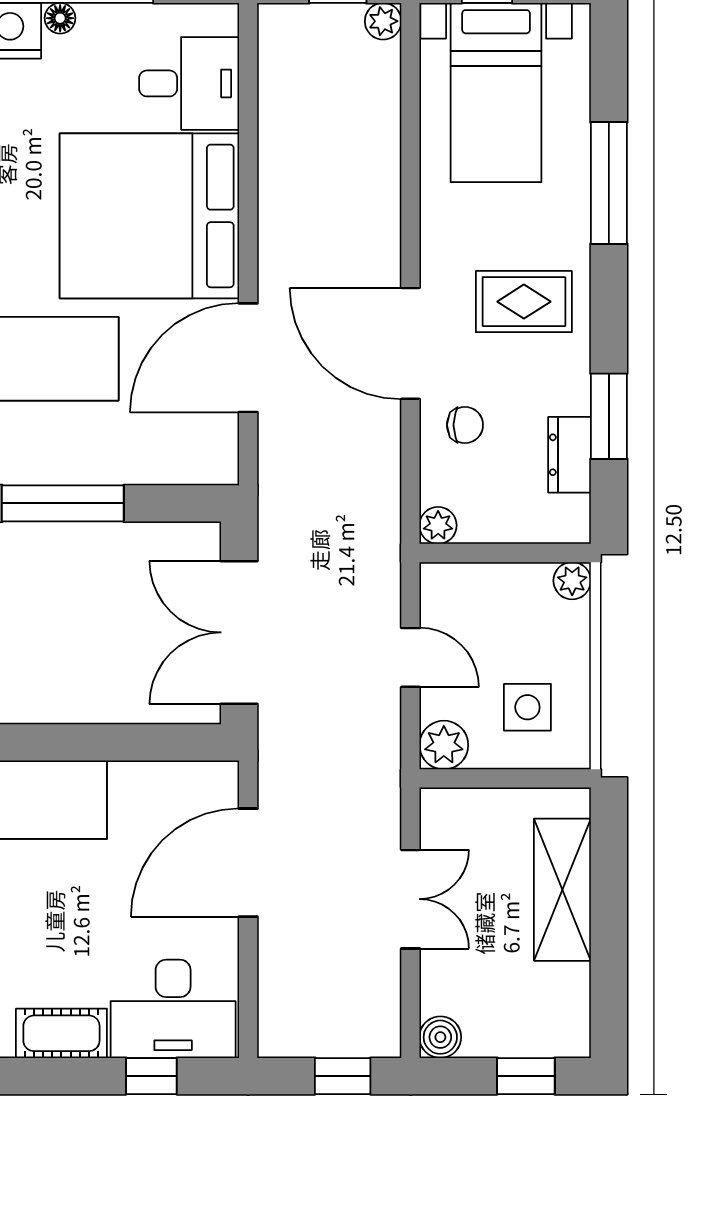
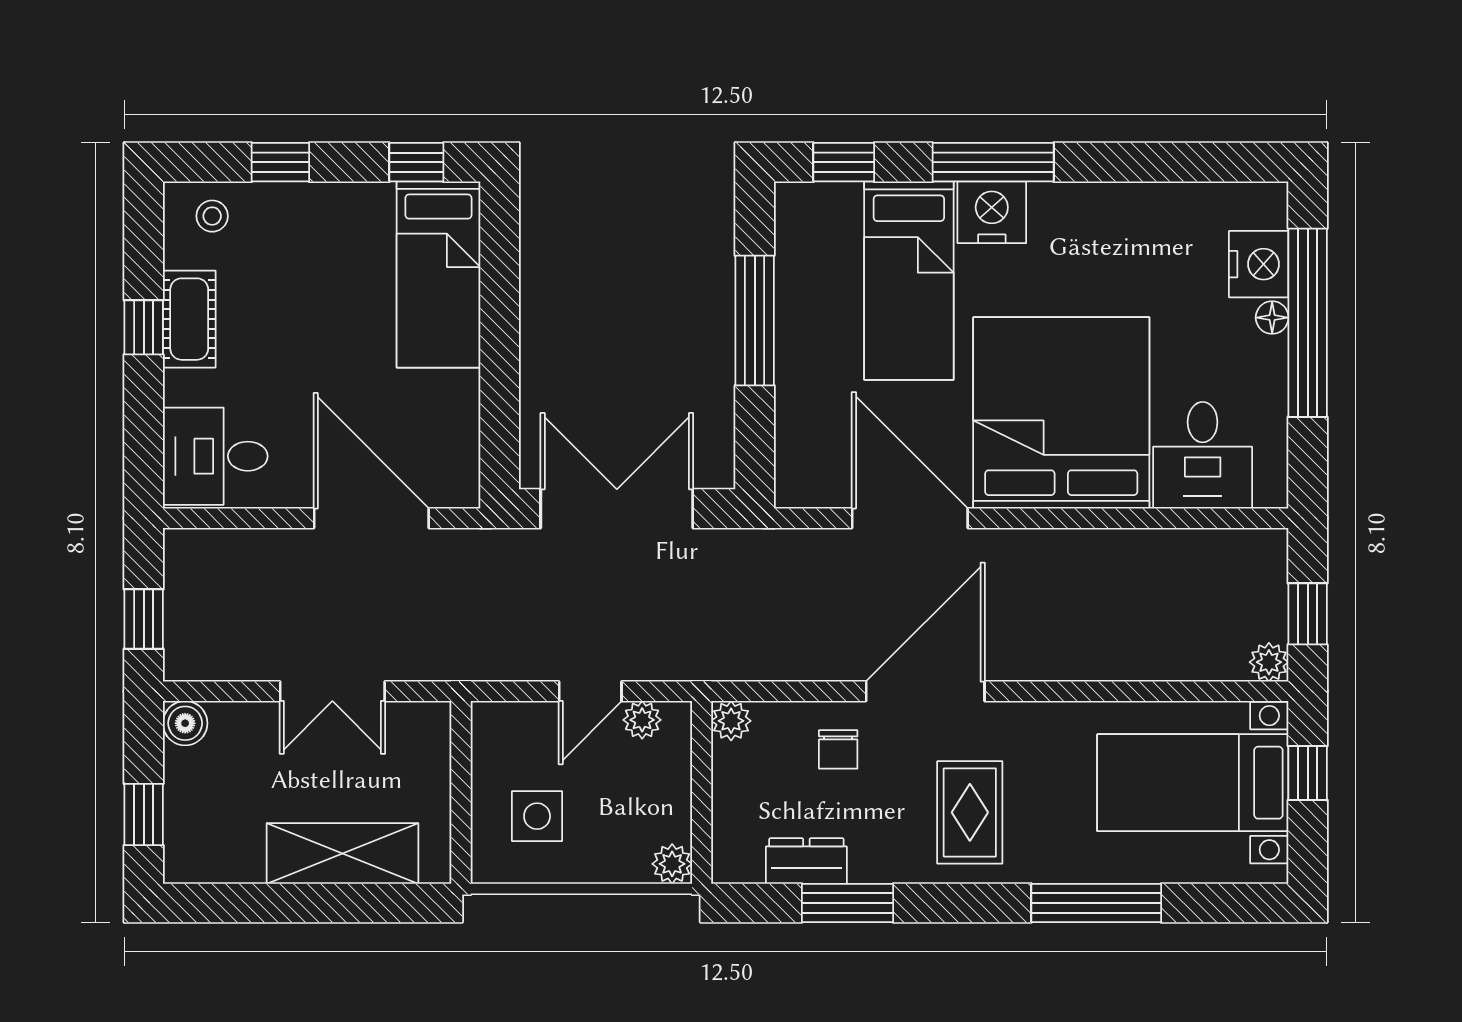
plant: (444, 745) -> (642, 720), moved, width x0.73, depth x0.73
desk: (173, 1009) -> (215, 456), width x0.73
window: (151, 1076) -> (144, 327), moved

